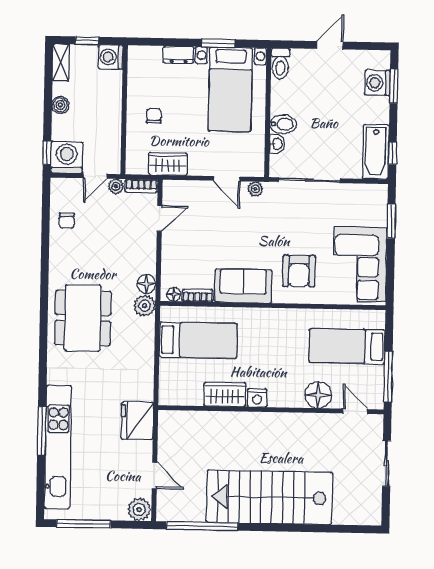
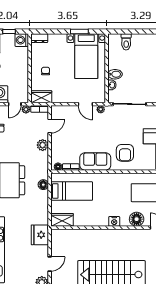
door: (330, 45) -> (139, 31), removed
dresser: (179, 55) -> (39, 38), moved
toilet: (280, 64) -> (126, 42), moved
wardrobe: (168, 164) -> (41, 97), moved
floor lamp: (146, 284) -> (43, 185), moved
plant: (145, 306) -> (43, 145), moved
wardrobe: (225, 394) -> (62, 220), moved
nightstand: (257, 398) -> (114, 221), moved
door: (154, 475) -> (50, 264), hinge flipped

